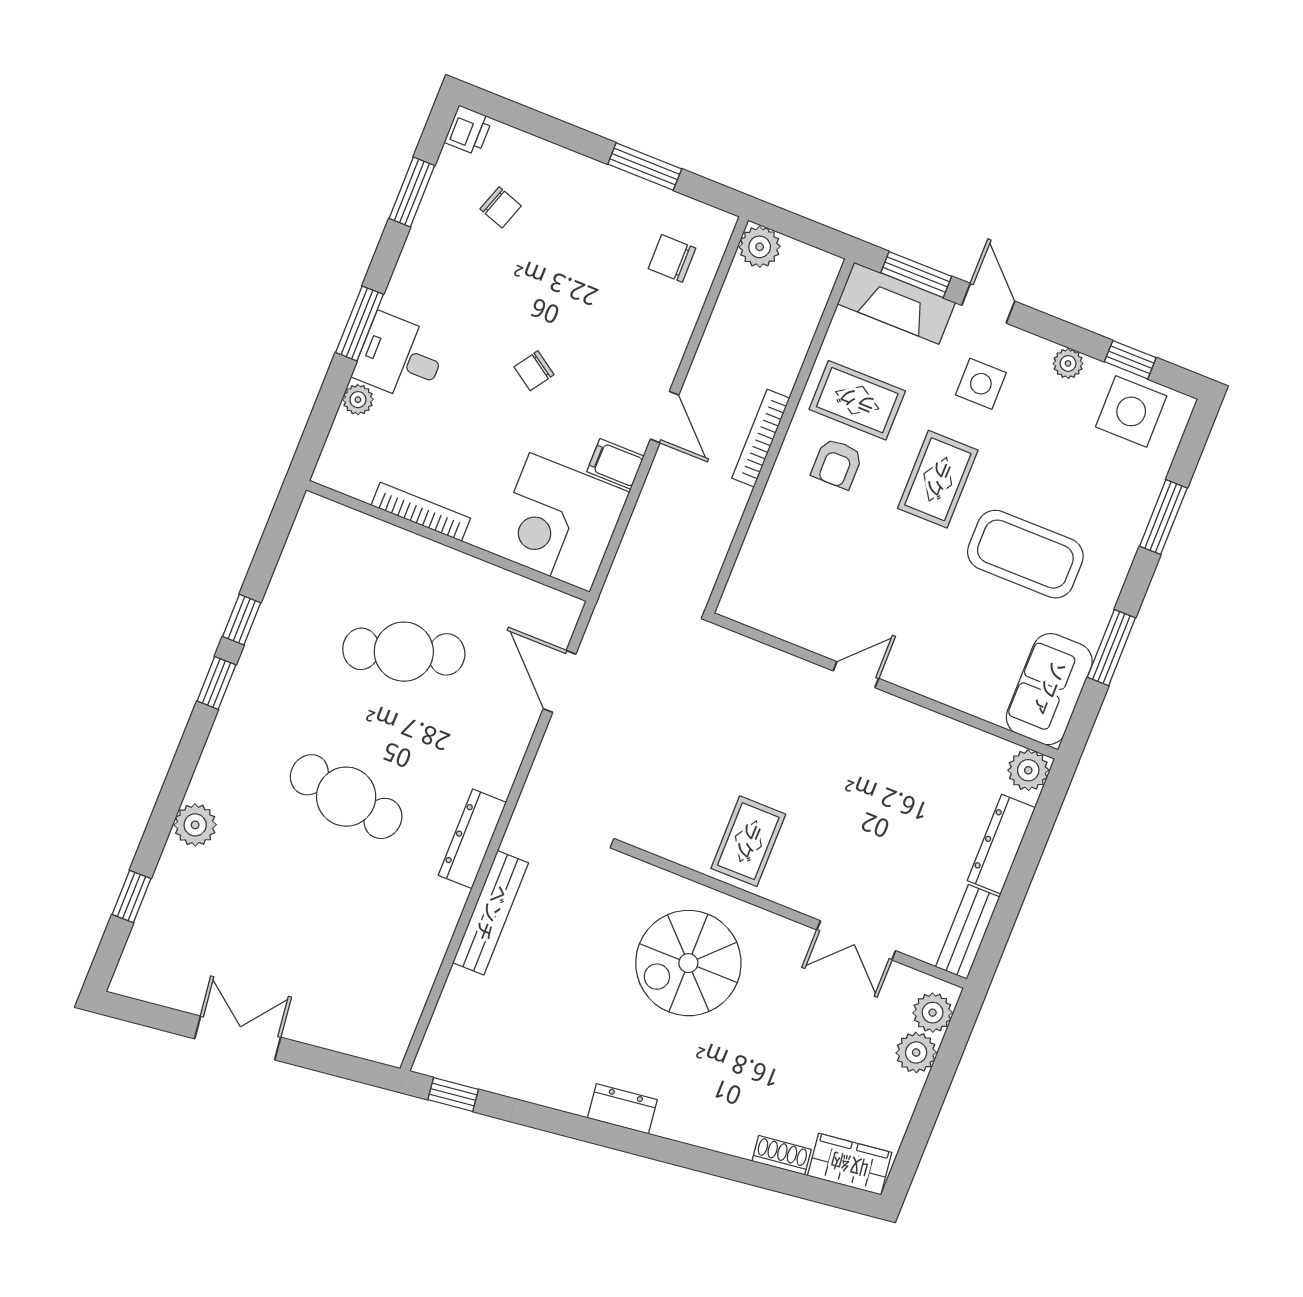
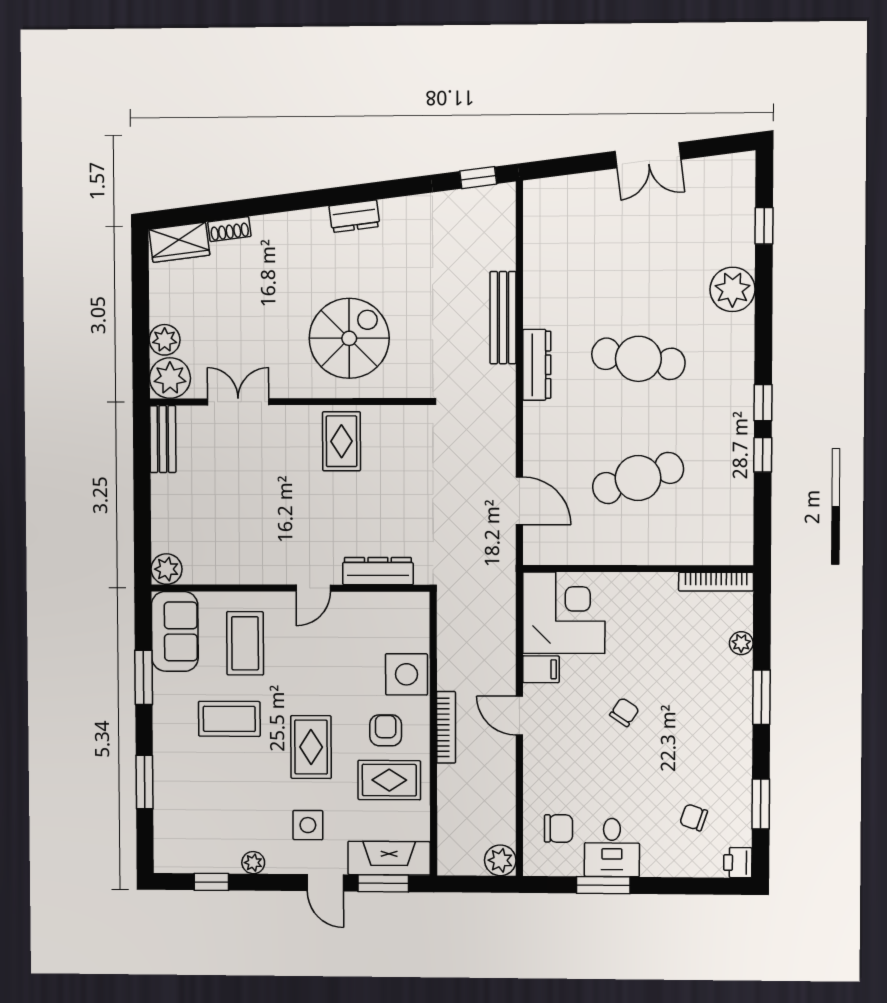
desk: (400, 358) -> (612, 847), moved, turned 90
side table: (1131, 411) -> (406, 674), moved
bookcase: (421, 512) -> (716, 582), moved
coffee table: (1025, 554) -> (229, 719), width x0.73, depth x0.76
coffee table: (968, 640) -> (245, 643), added
plant: (195, 825) -> (732, 289), width x1.36, depth x1.36
dresser: (1001, 844) -> (378, 571), moved, turned -90
plant: (933, 1013) -> (170, 378), width x1.36, depth x1.36

